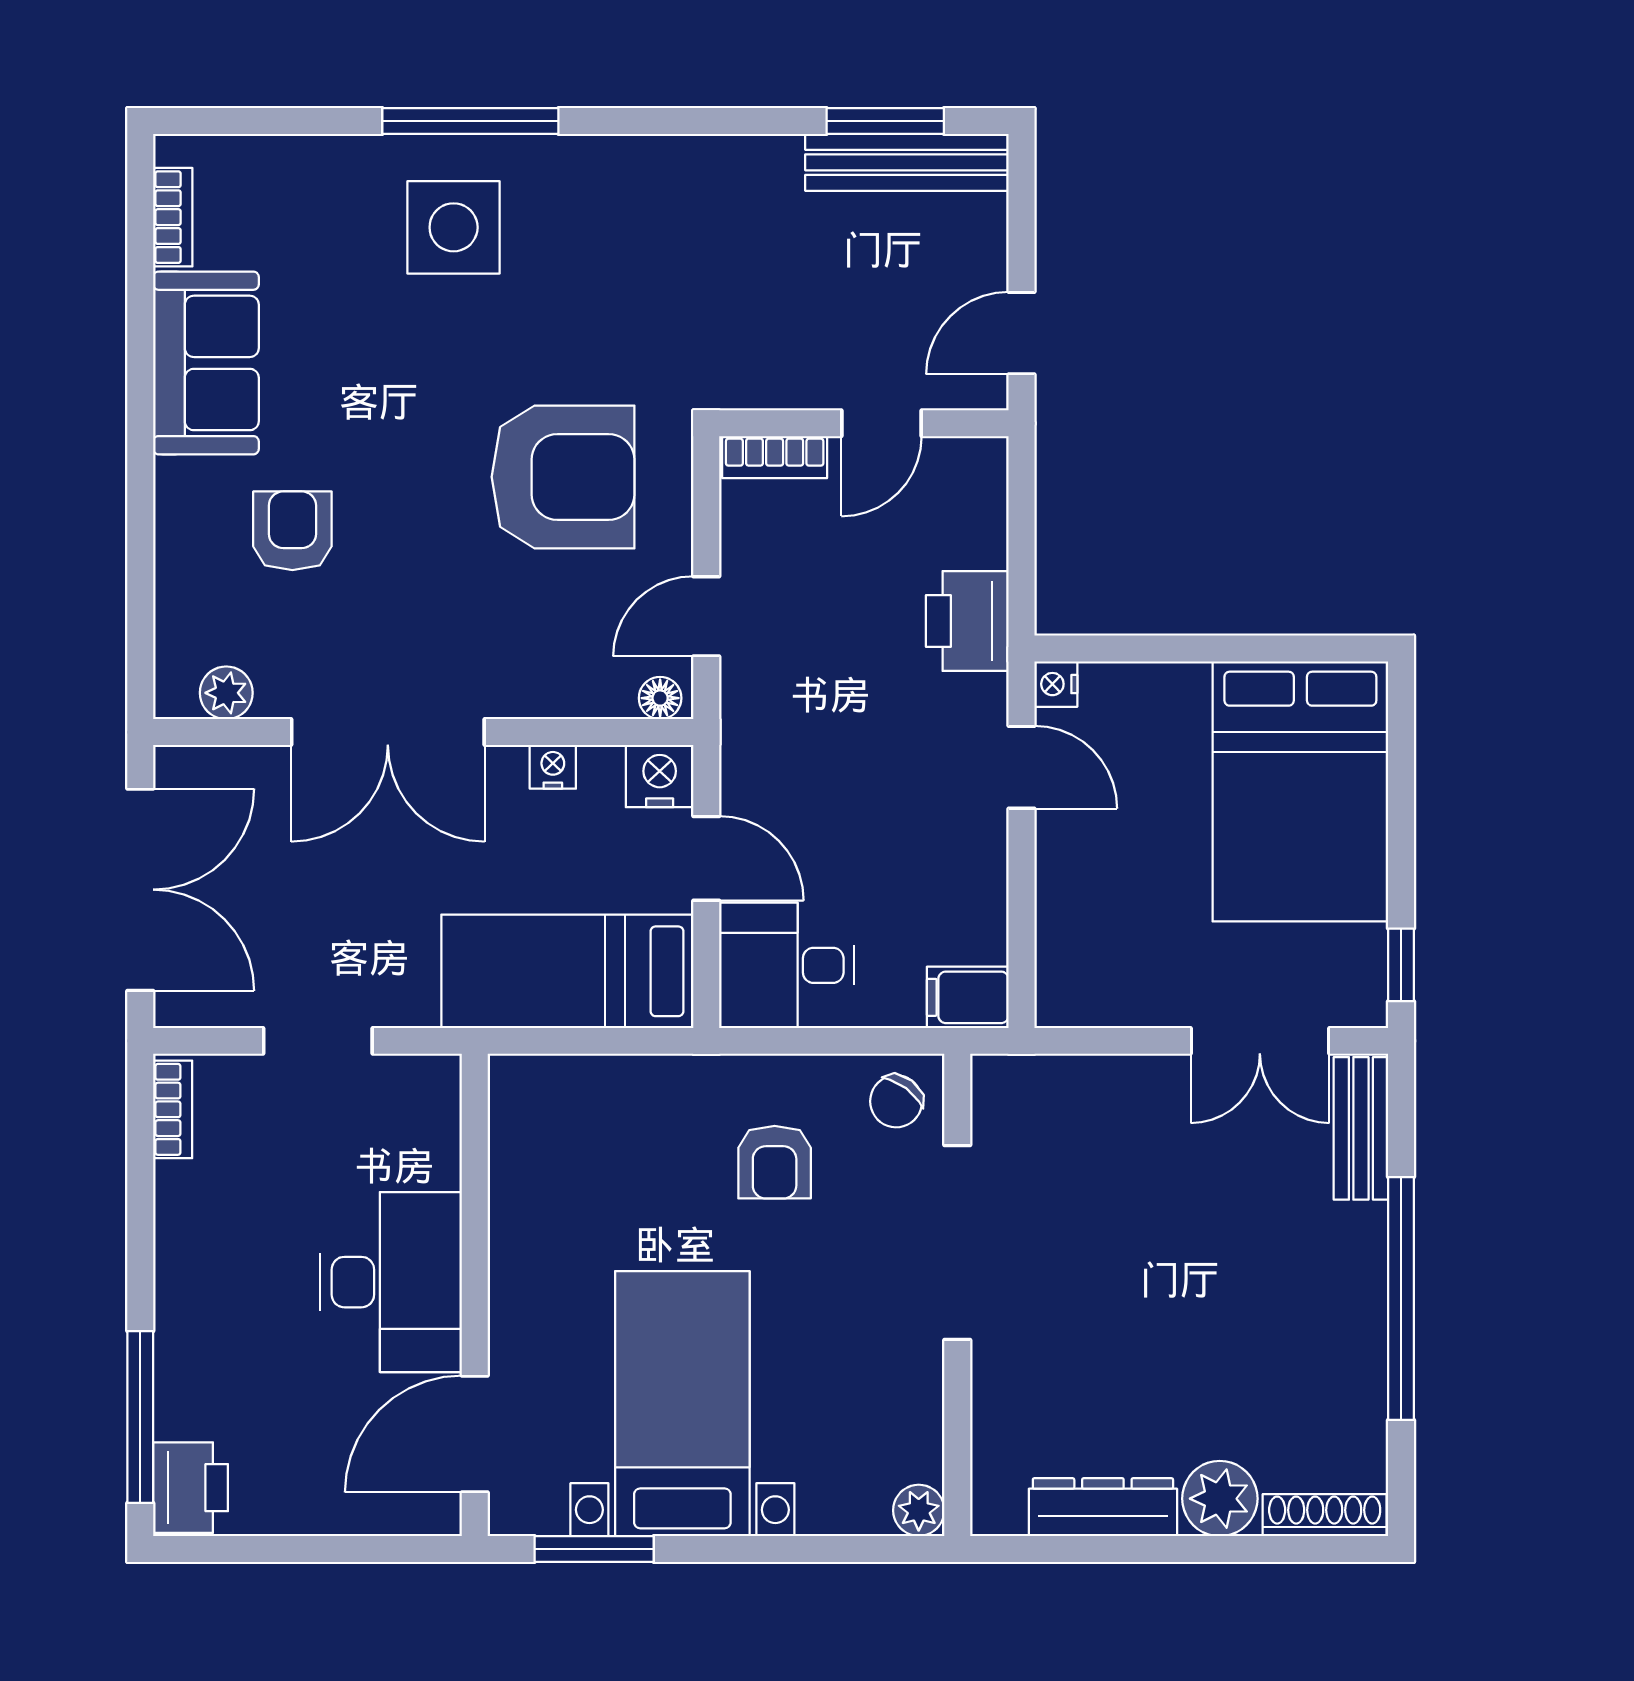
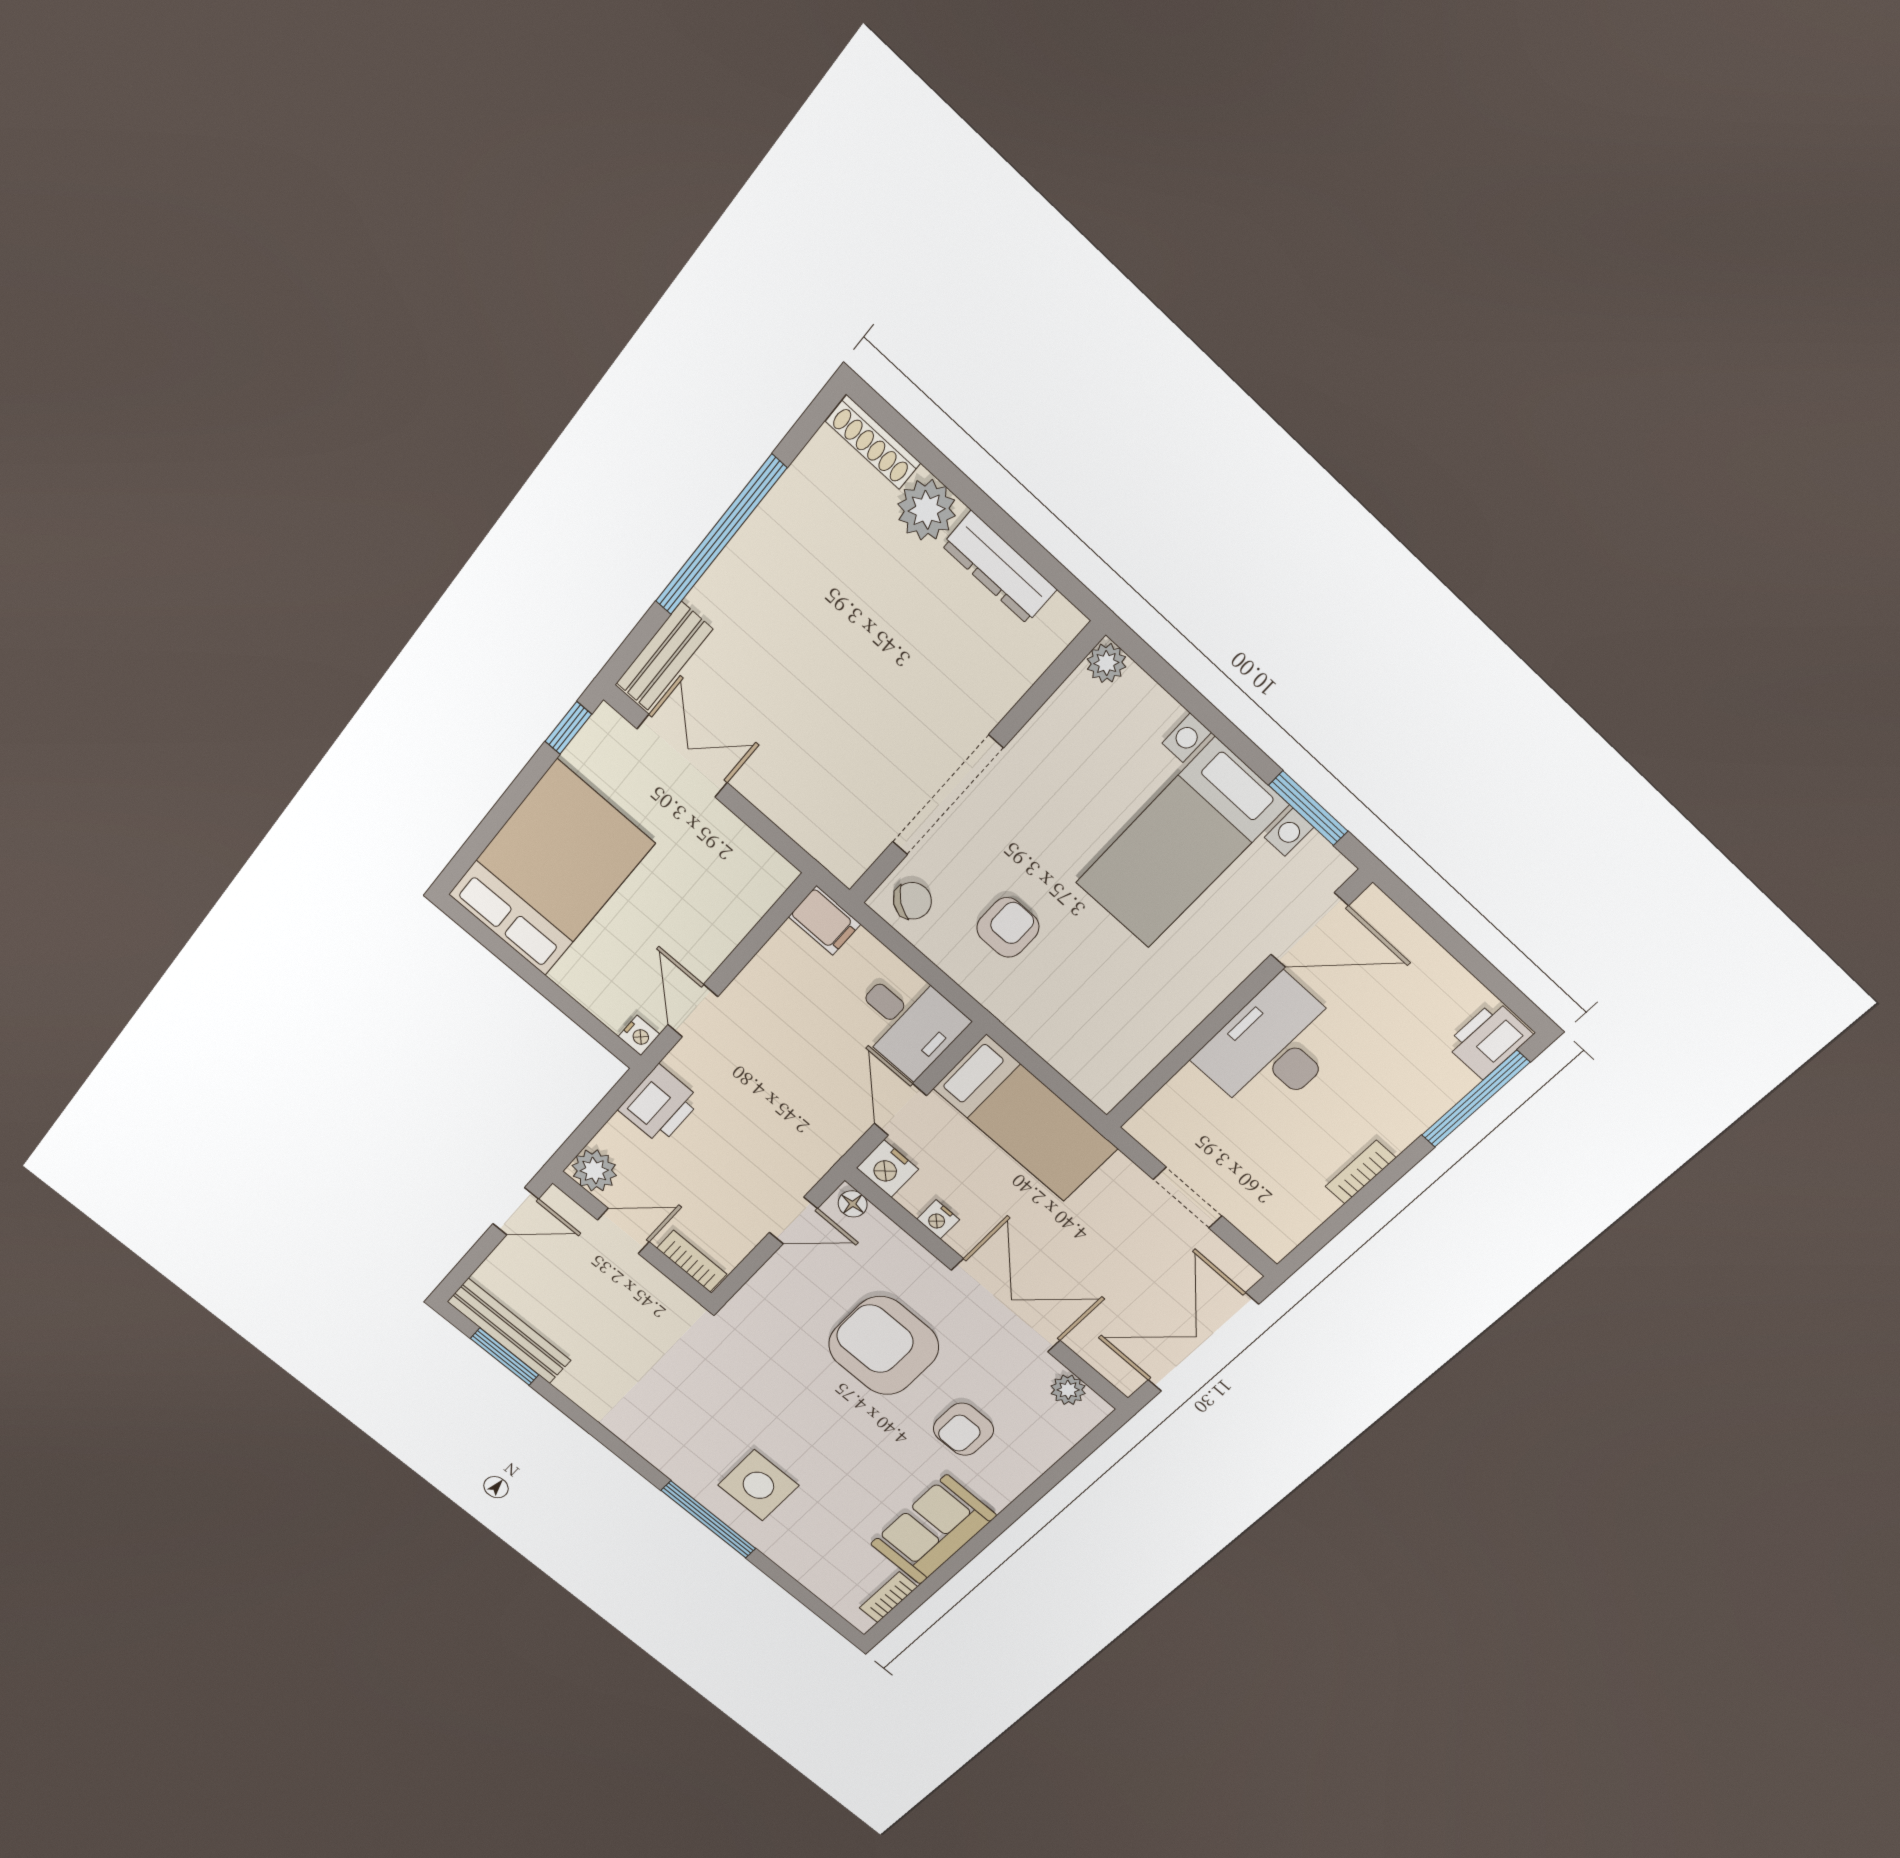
plant: (974, 471) -> (594, 1171), added
armchair: (563, 477) -> (884, 1346), moved
bookcase: (173, 1109) -> (1361, 1172), moved

